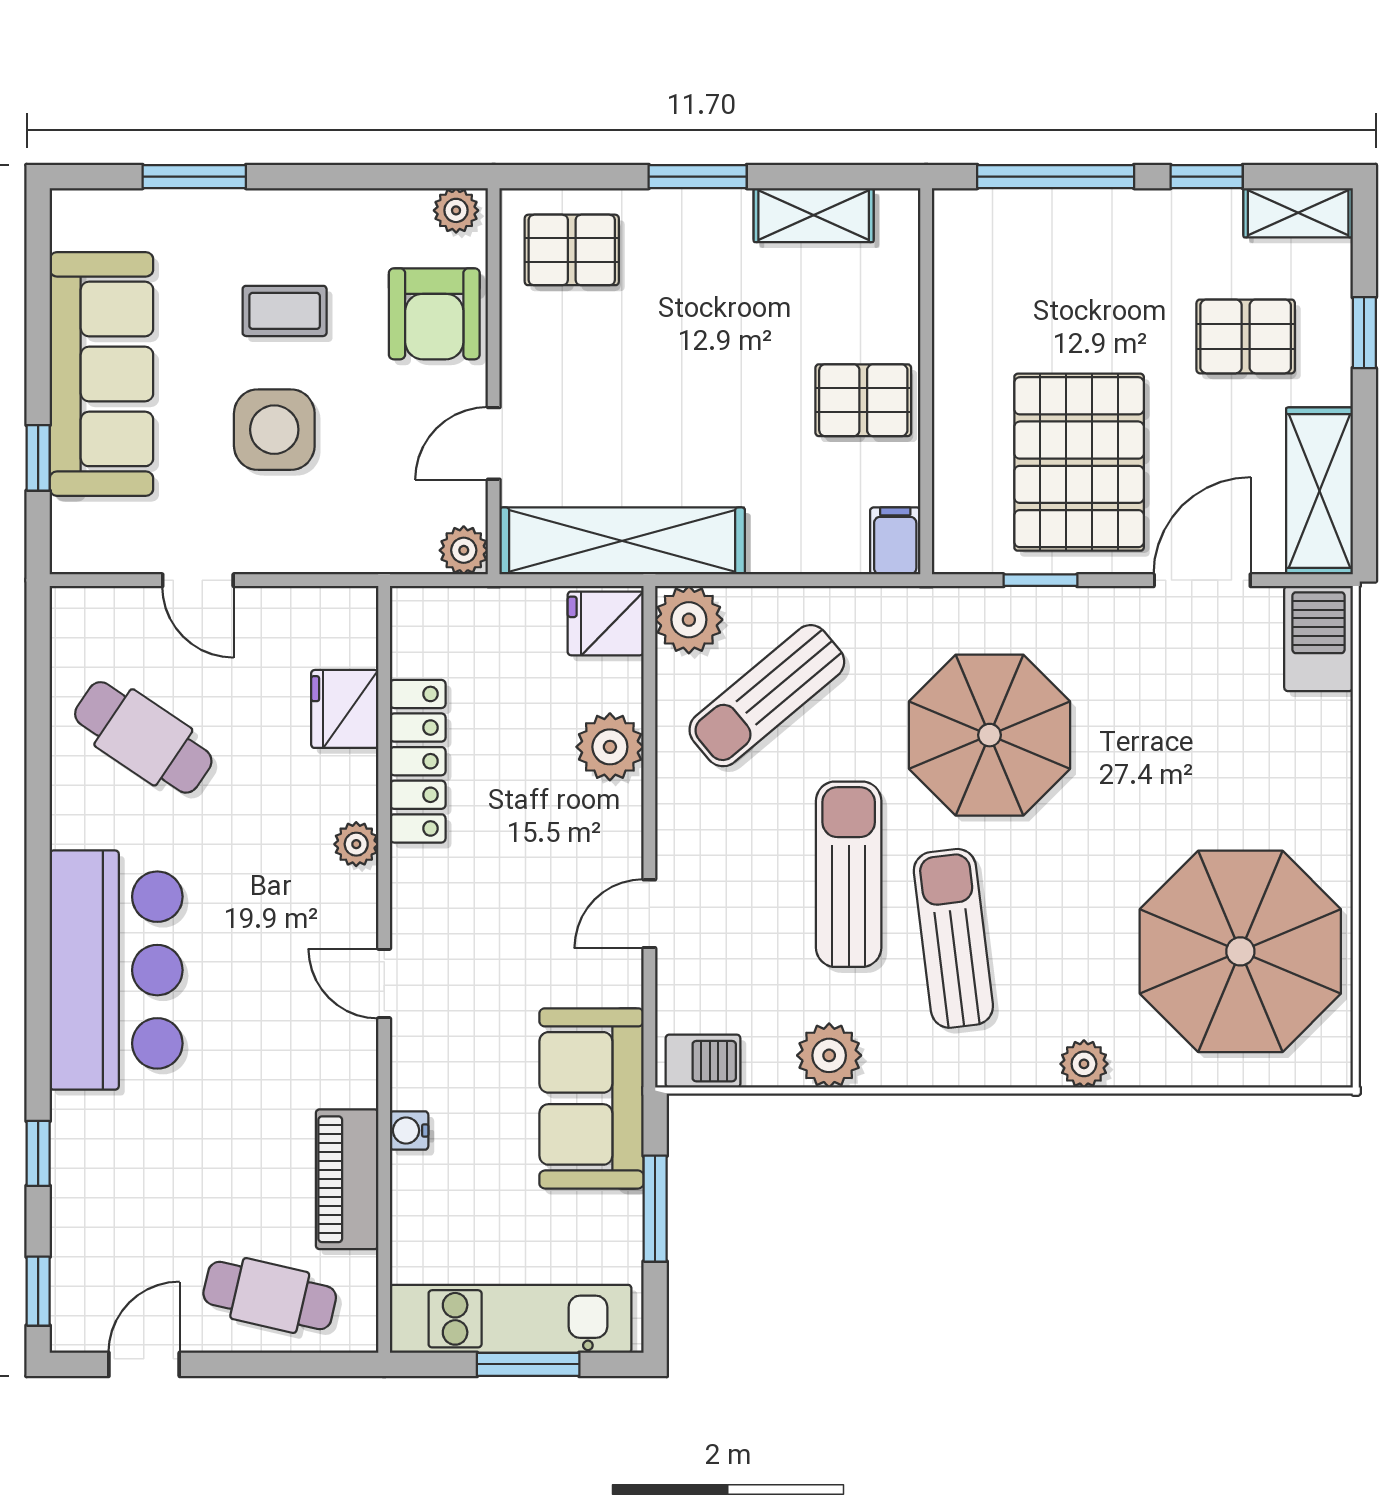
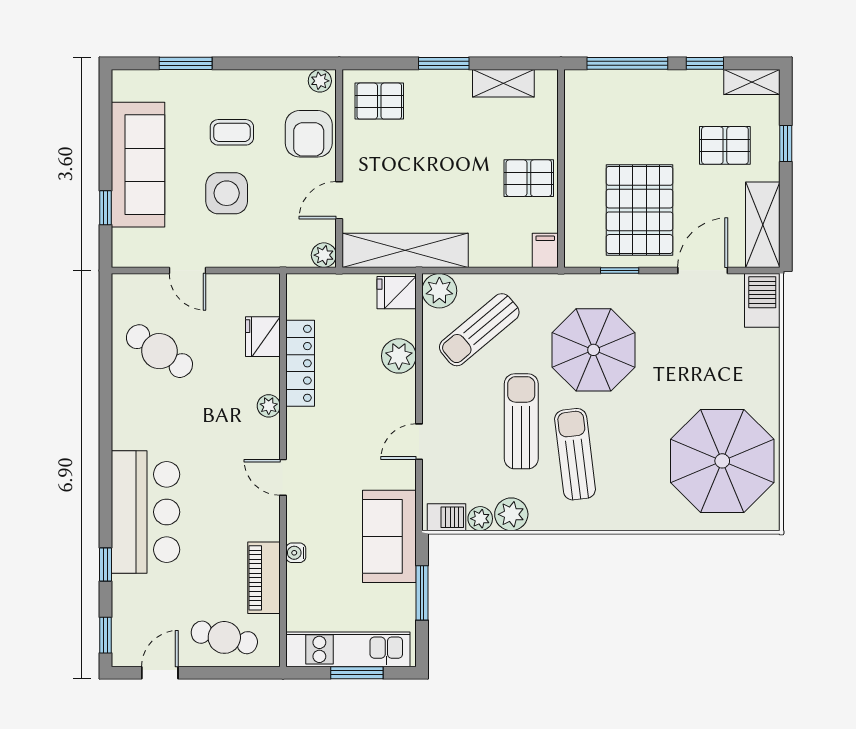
bar counter: (116, 970) -> (145, 512), moved
plant: (1084, 1064) -> (480, 519), moved

